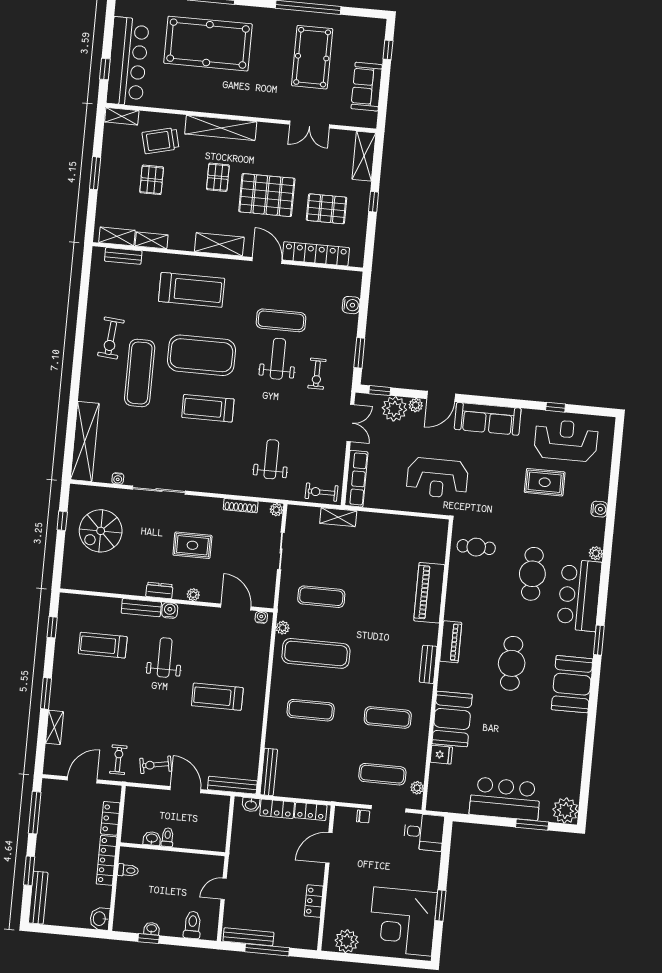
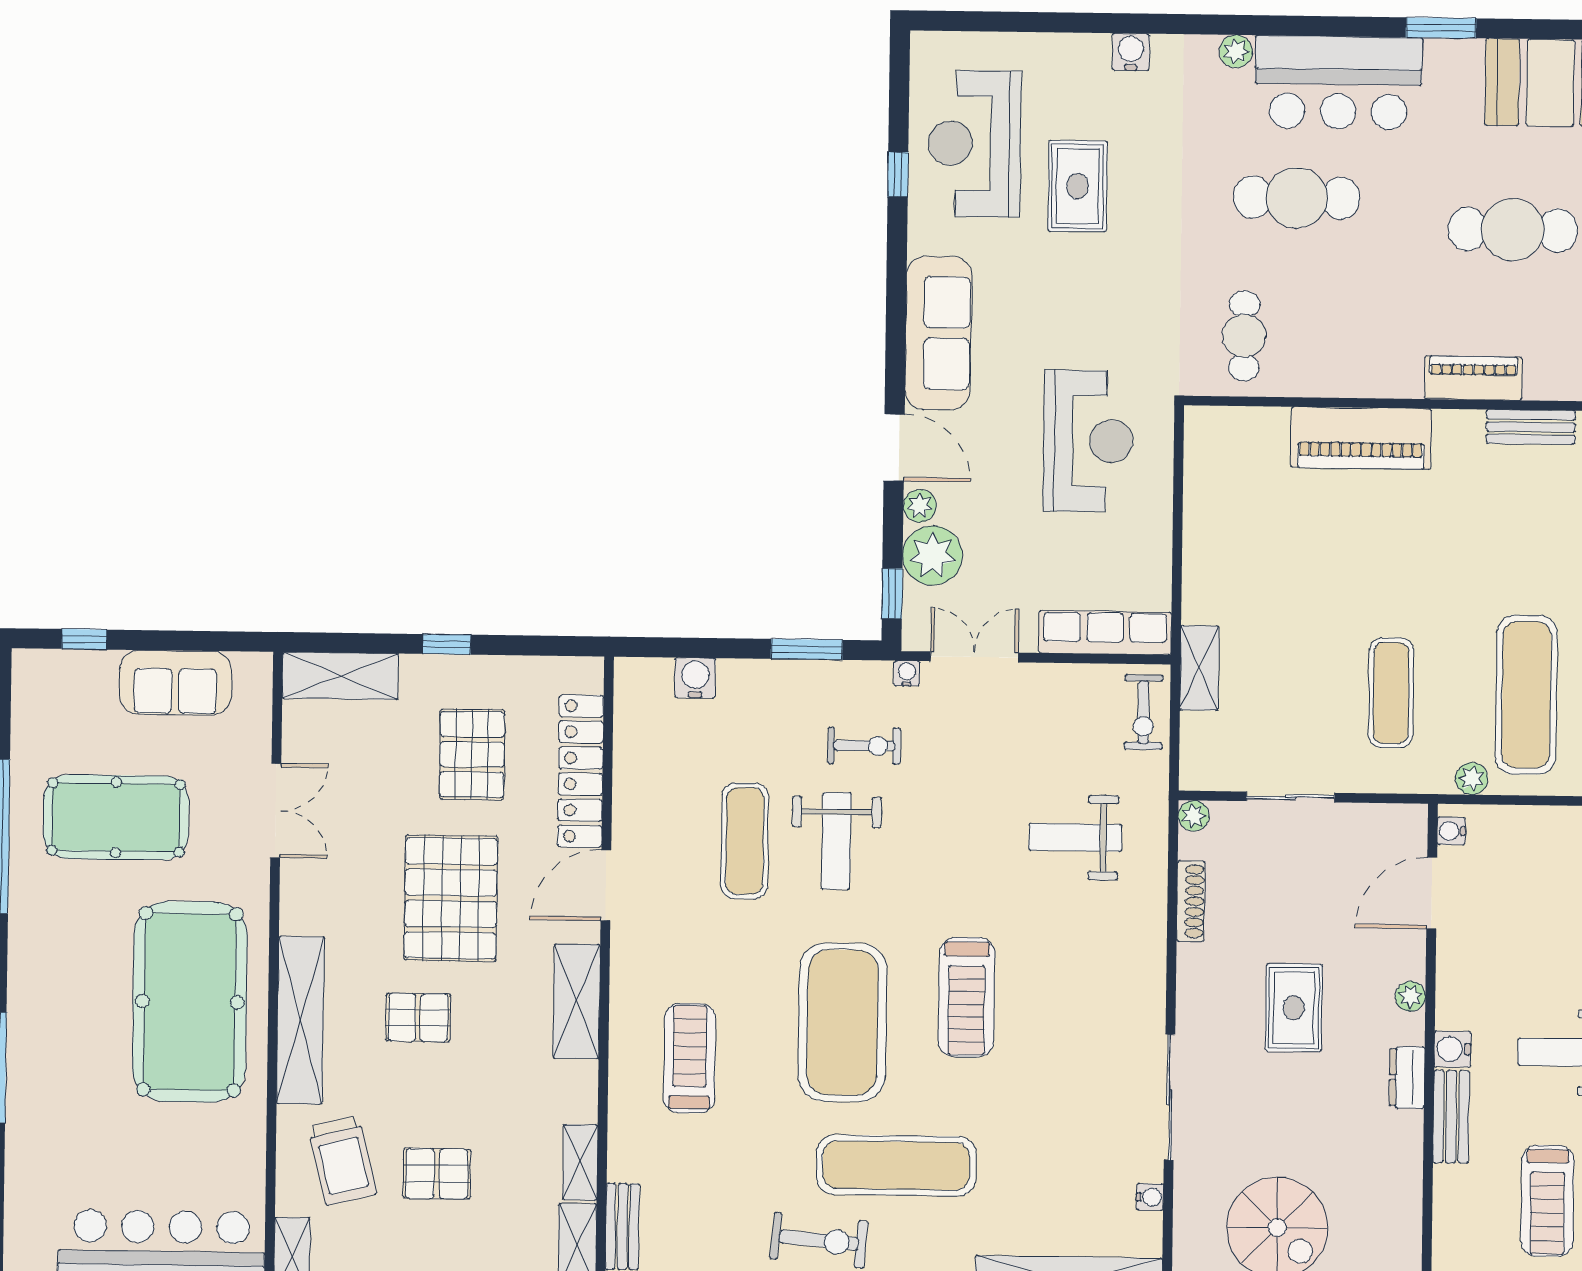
pool table: (208, 44) -> (190, 1002), moved
treadmill: (192, 290) -> (690, 1058), width x0.73, depth x0.73
weight bench: (278, 359) -> (836, 841), turned -90
water cooler: (346, 394) -> (907, 673), added

